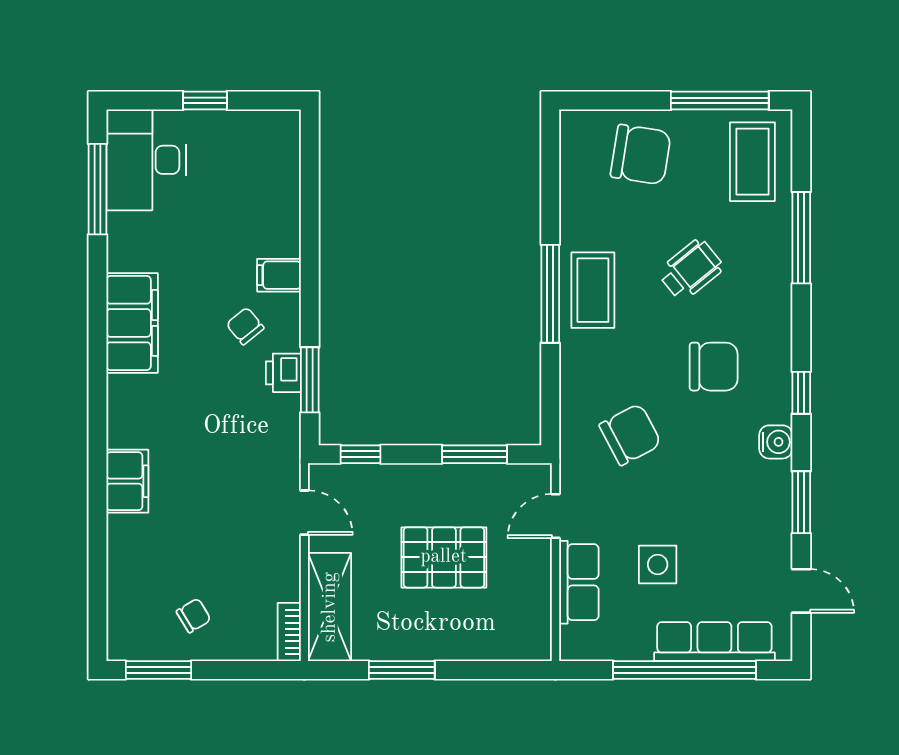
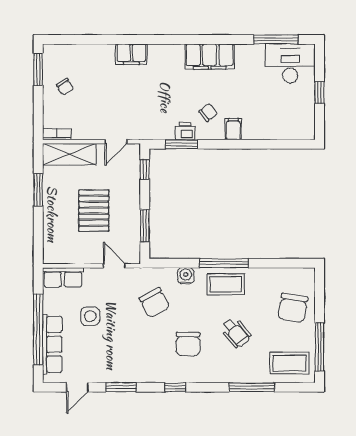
water cooler: (776, 442) -> (186, 276), moved, turned 180
row of seats: (579, 582) -> (63, 277), moved

